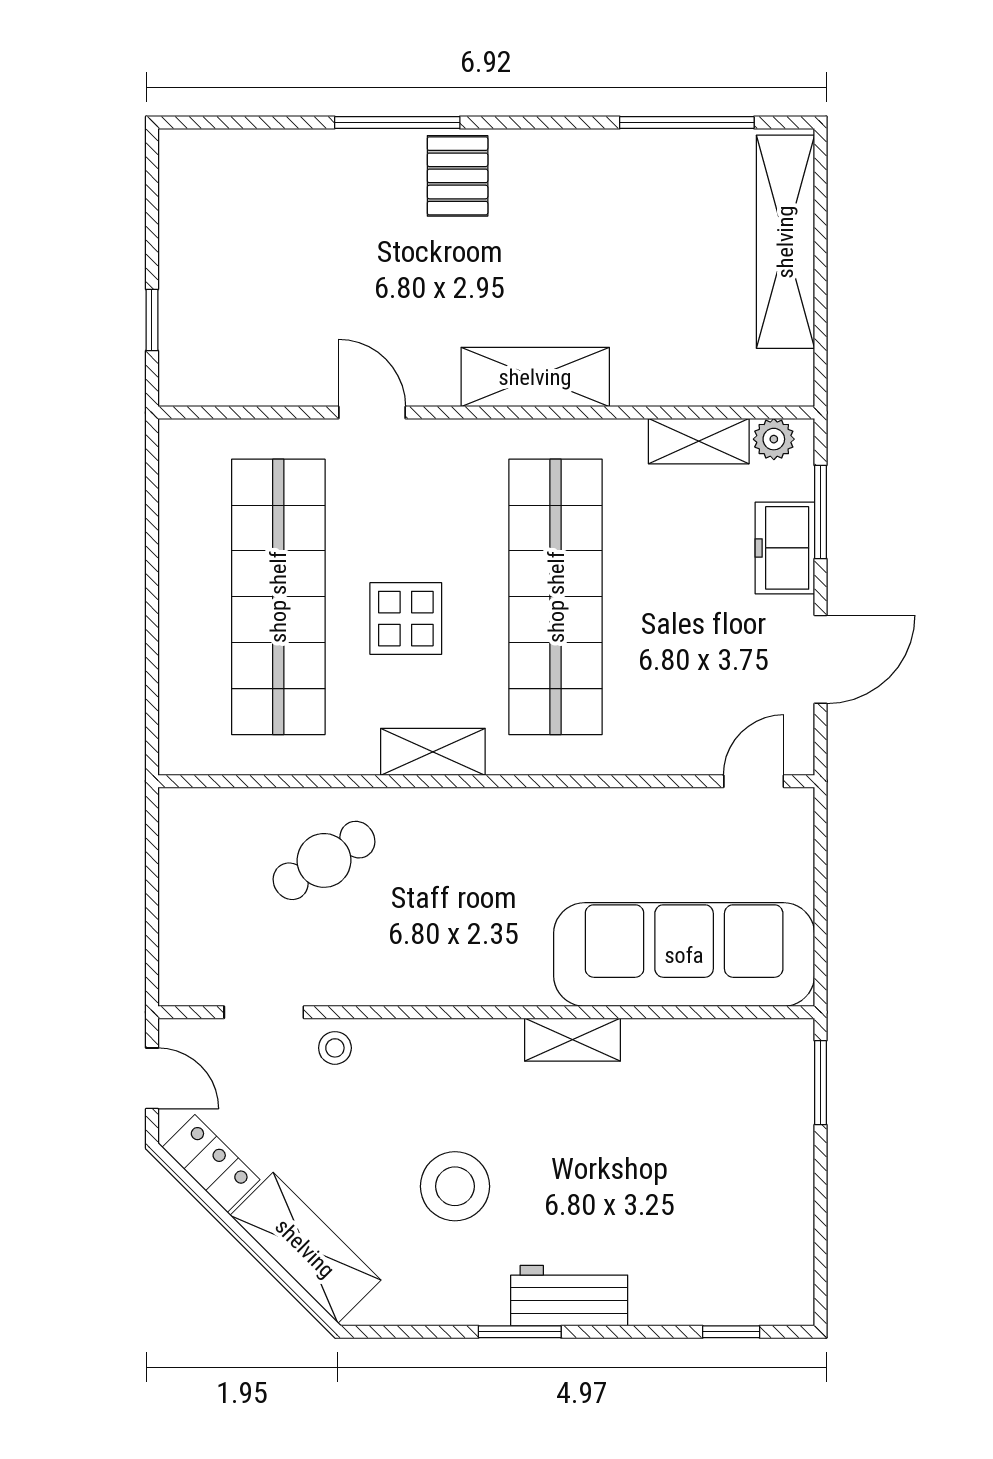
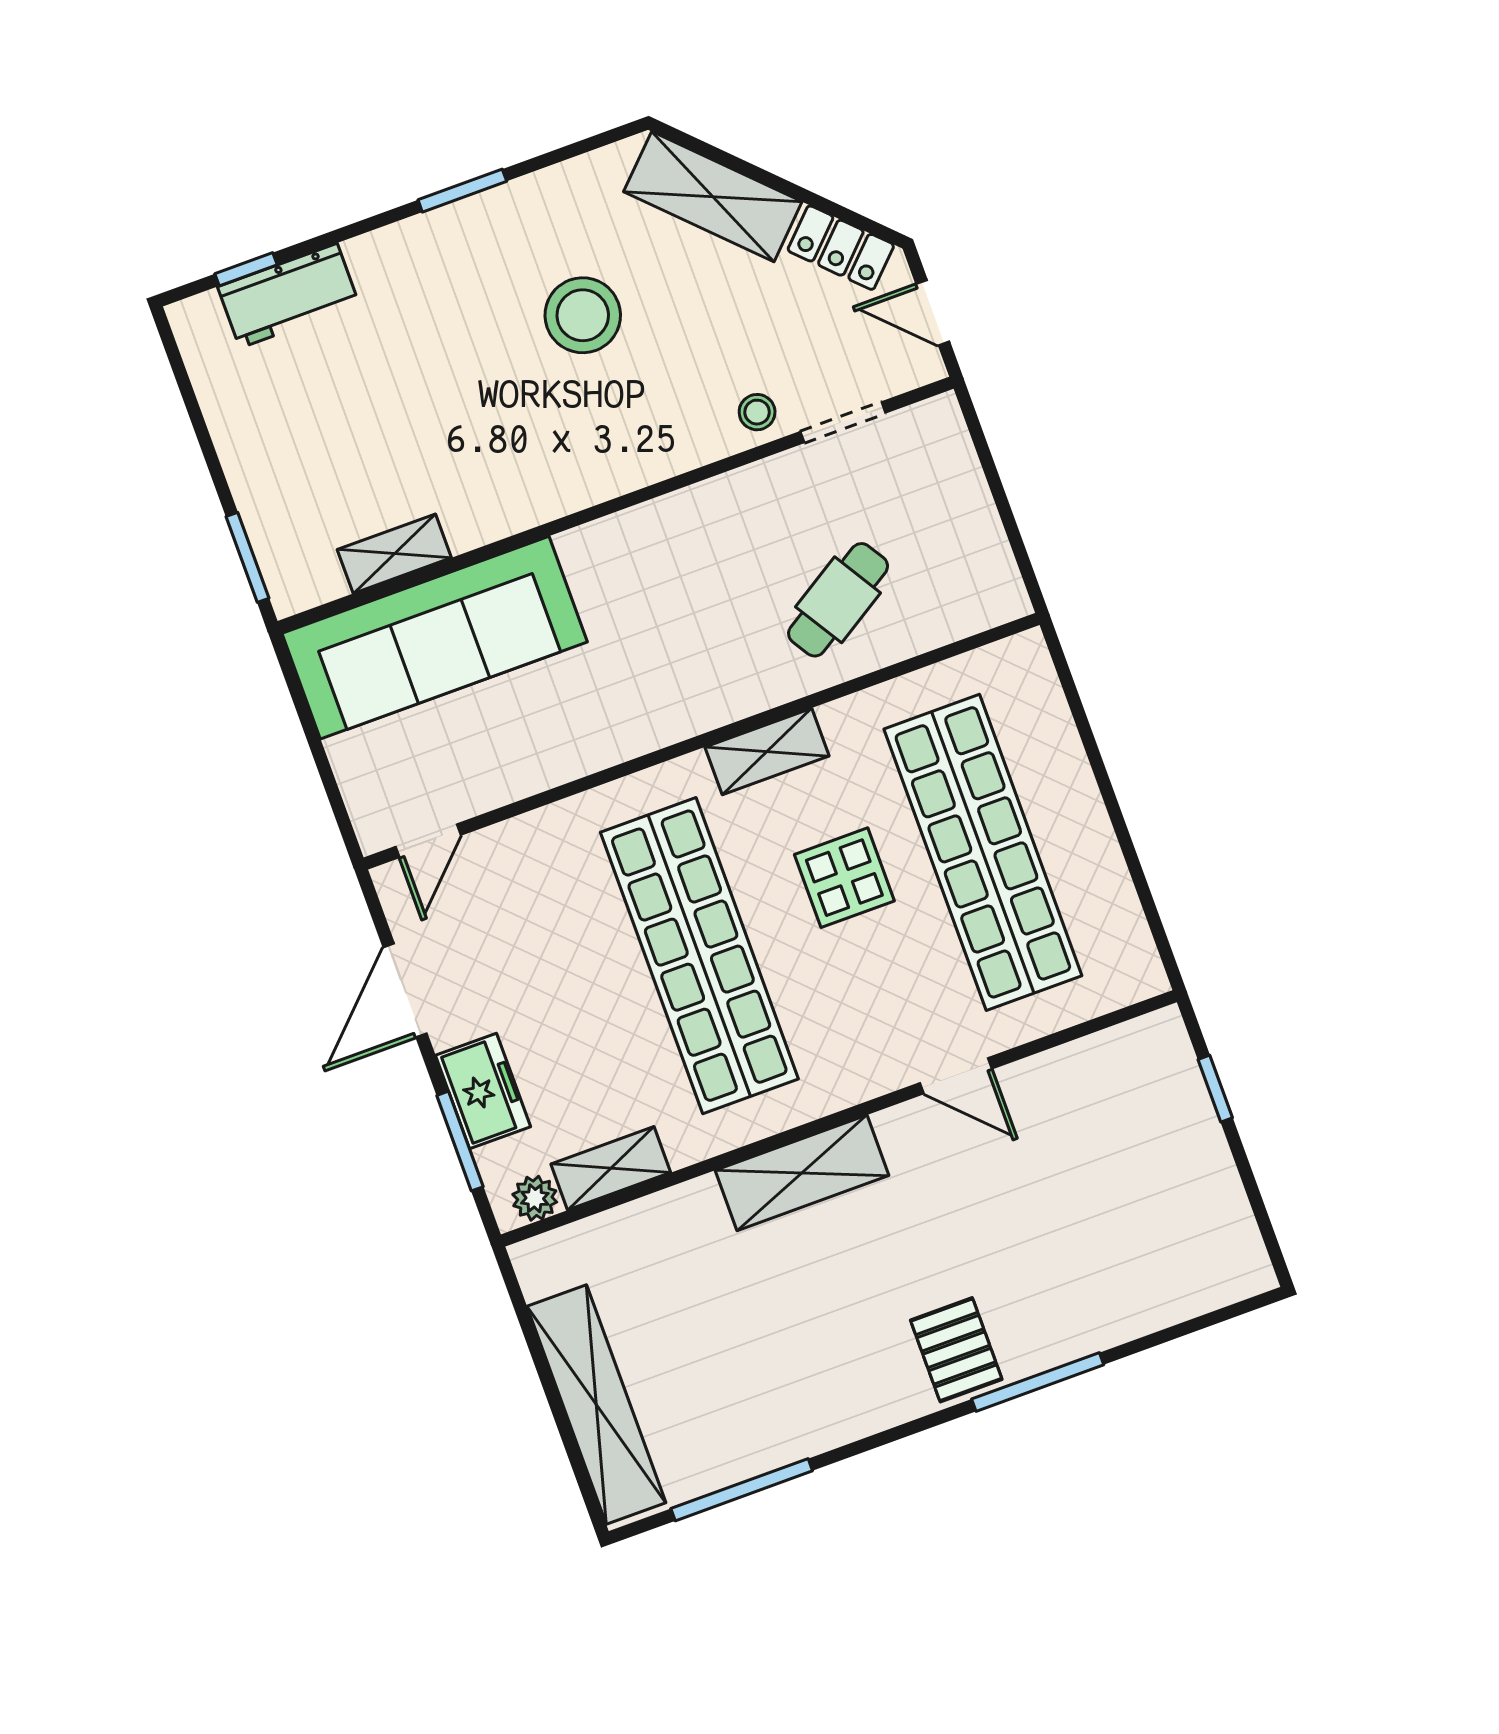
shelving: (572, 1040) -> (394, 554), moved
workbench: (569, 1296) -> (288, 296), moved

